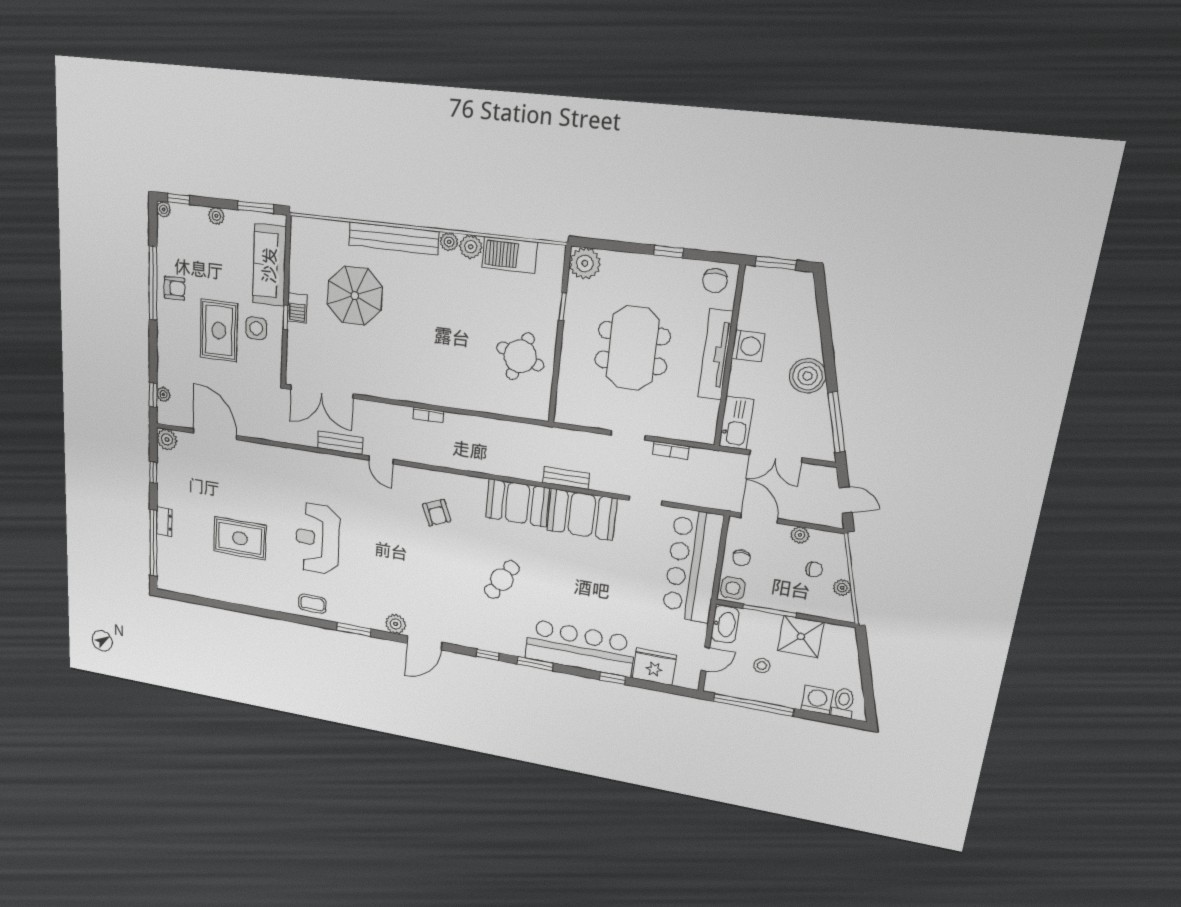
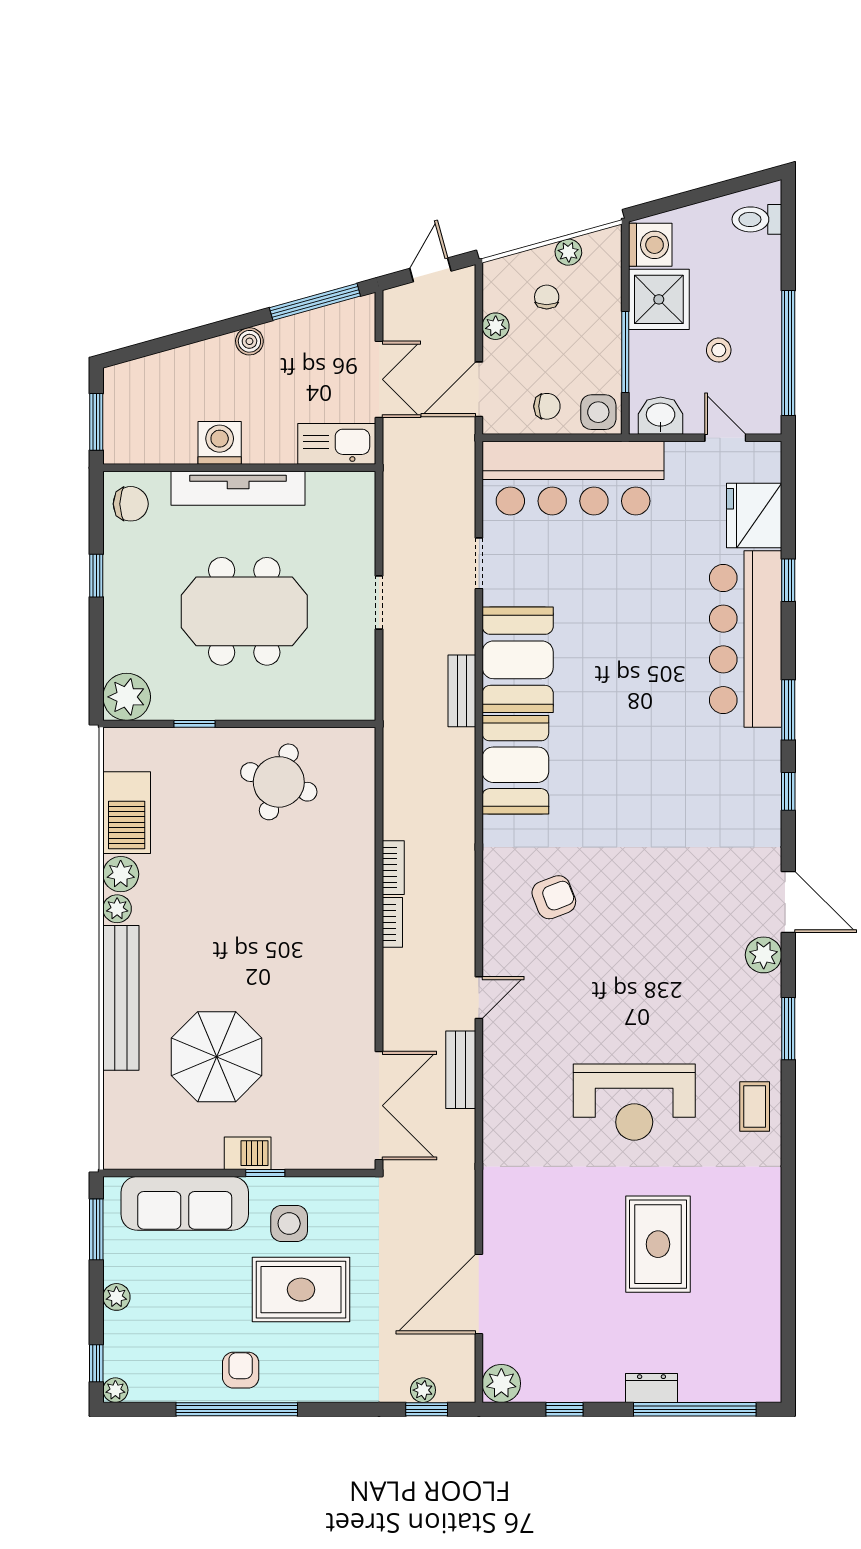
boiler: (808, 376) -> (249, 341), width x0.54, depth x0.54
bookcase: (671, 450) -> (393, 868), moved
cafe table: (502, 580) -> (651, 779), removed
washbasin: (725, 624) -> (661, 416), width x0.72
washing machine: (817, 700) -> (650, 245), moved, turned 180

